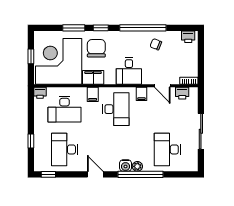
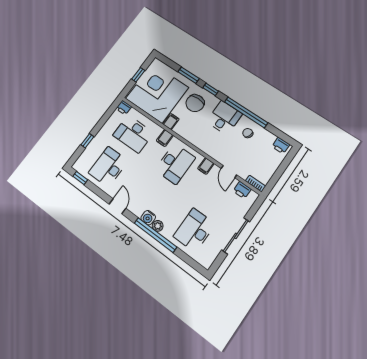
chair: (96, 48) -> (195, 103), turned 180
desk: (129, 71) -> (224, 118), moved, turned 180
filing cabinet: (93, 77) -> (171, 122), width x0.50

